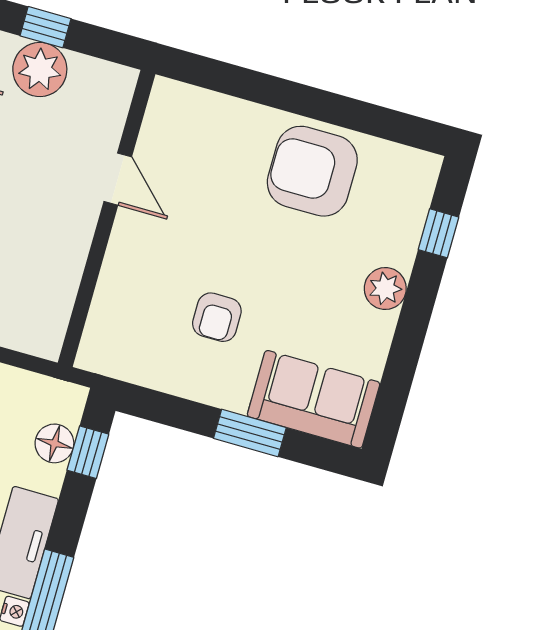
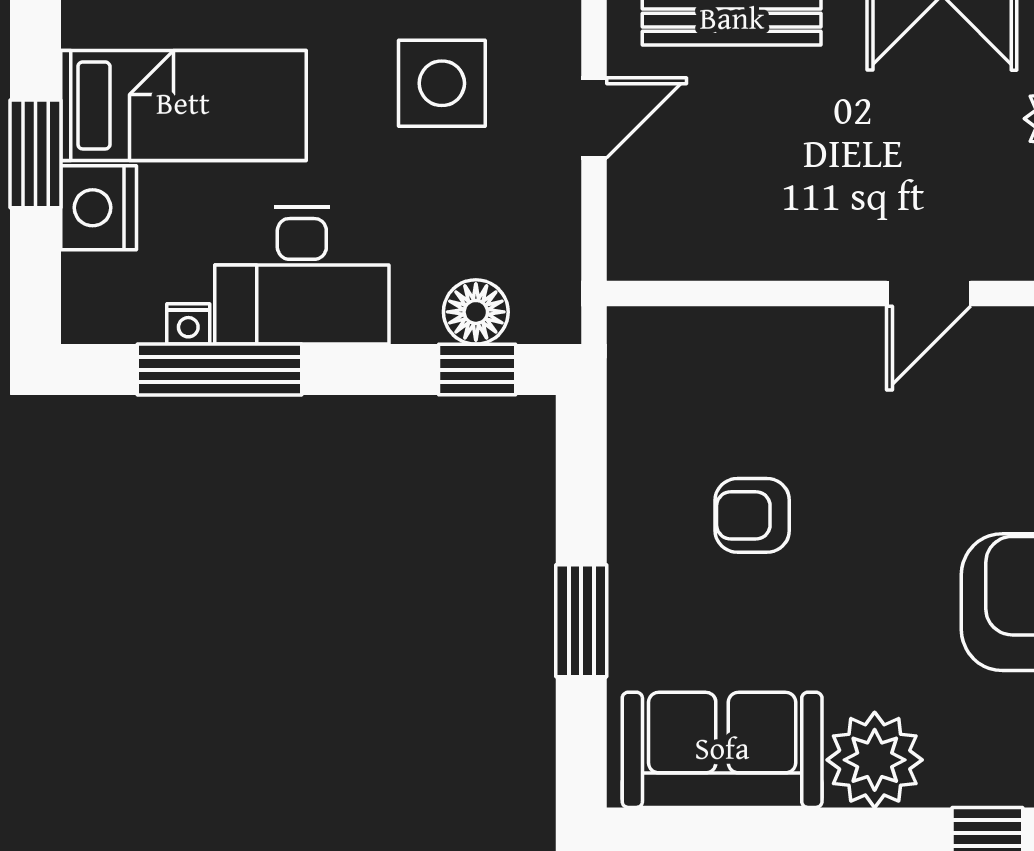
plant: (385, 289) -> (875, 760), width x1.36, depth x1.36
sofa: (314, 399) -> (722, 750), moved, turned -90

